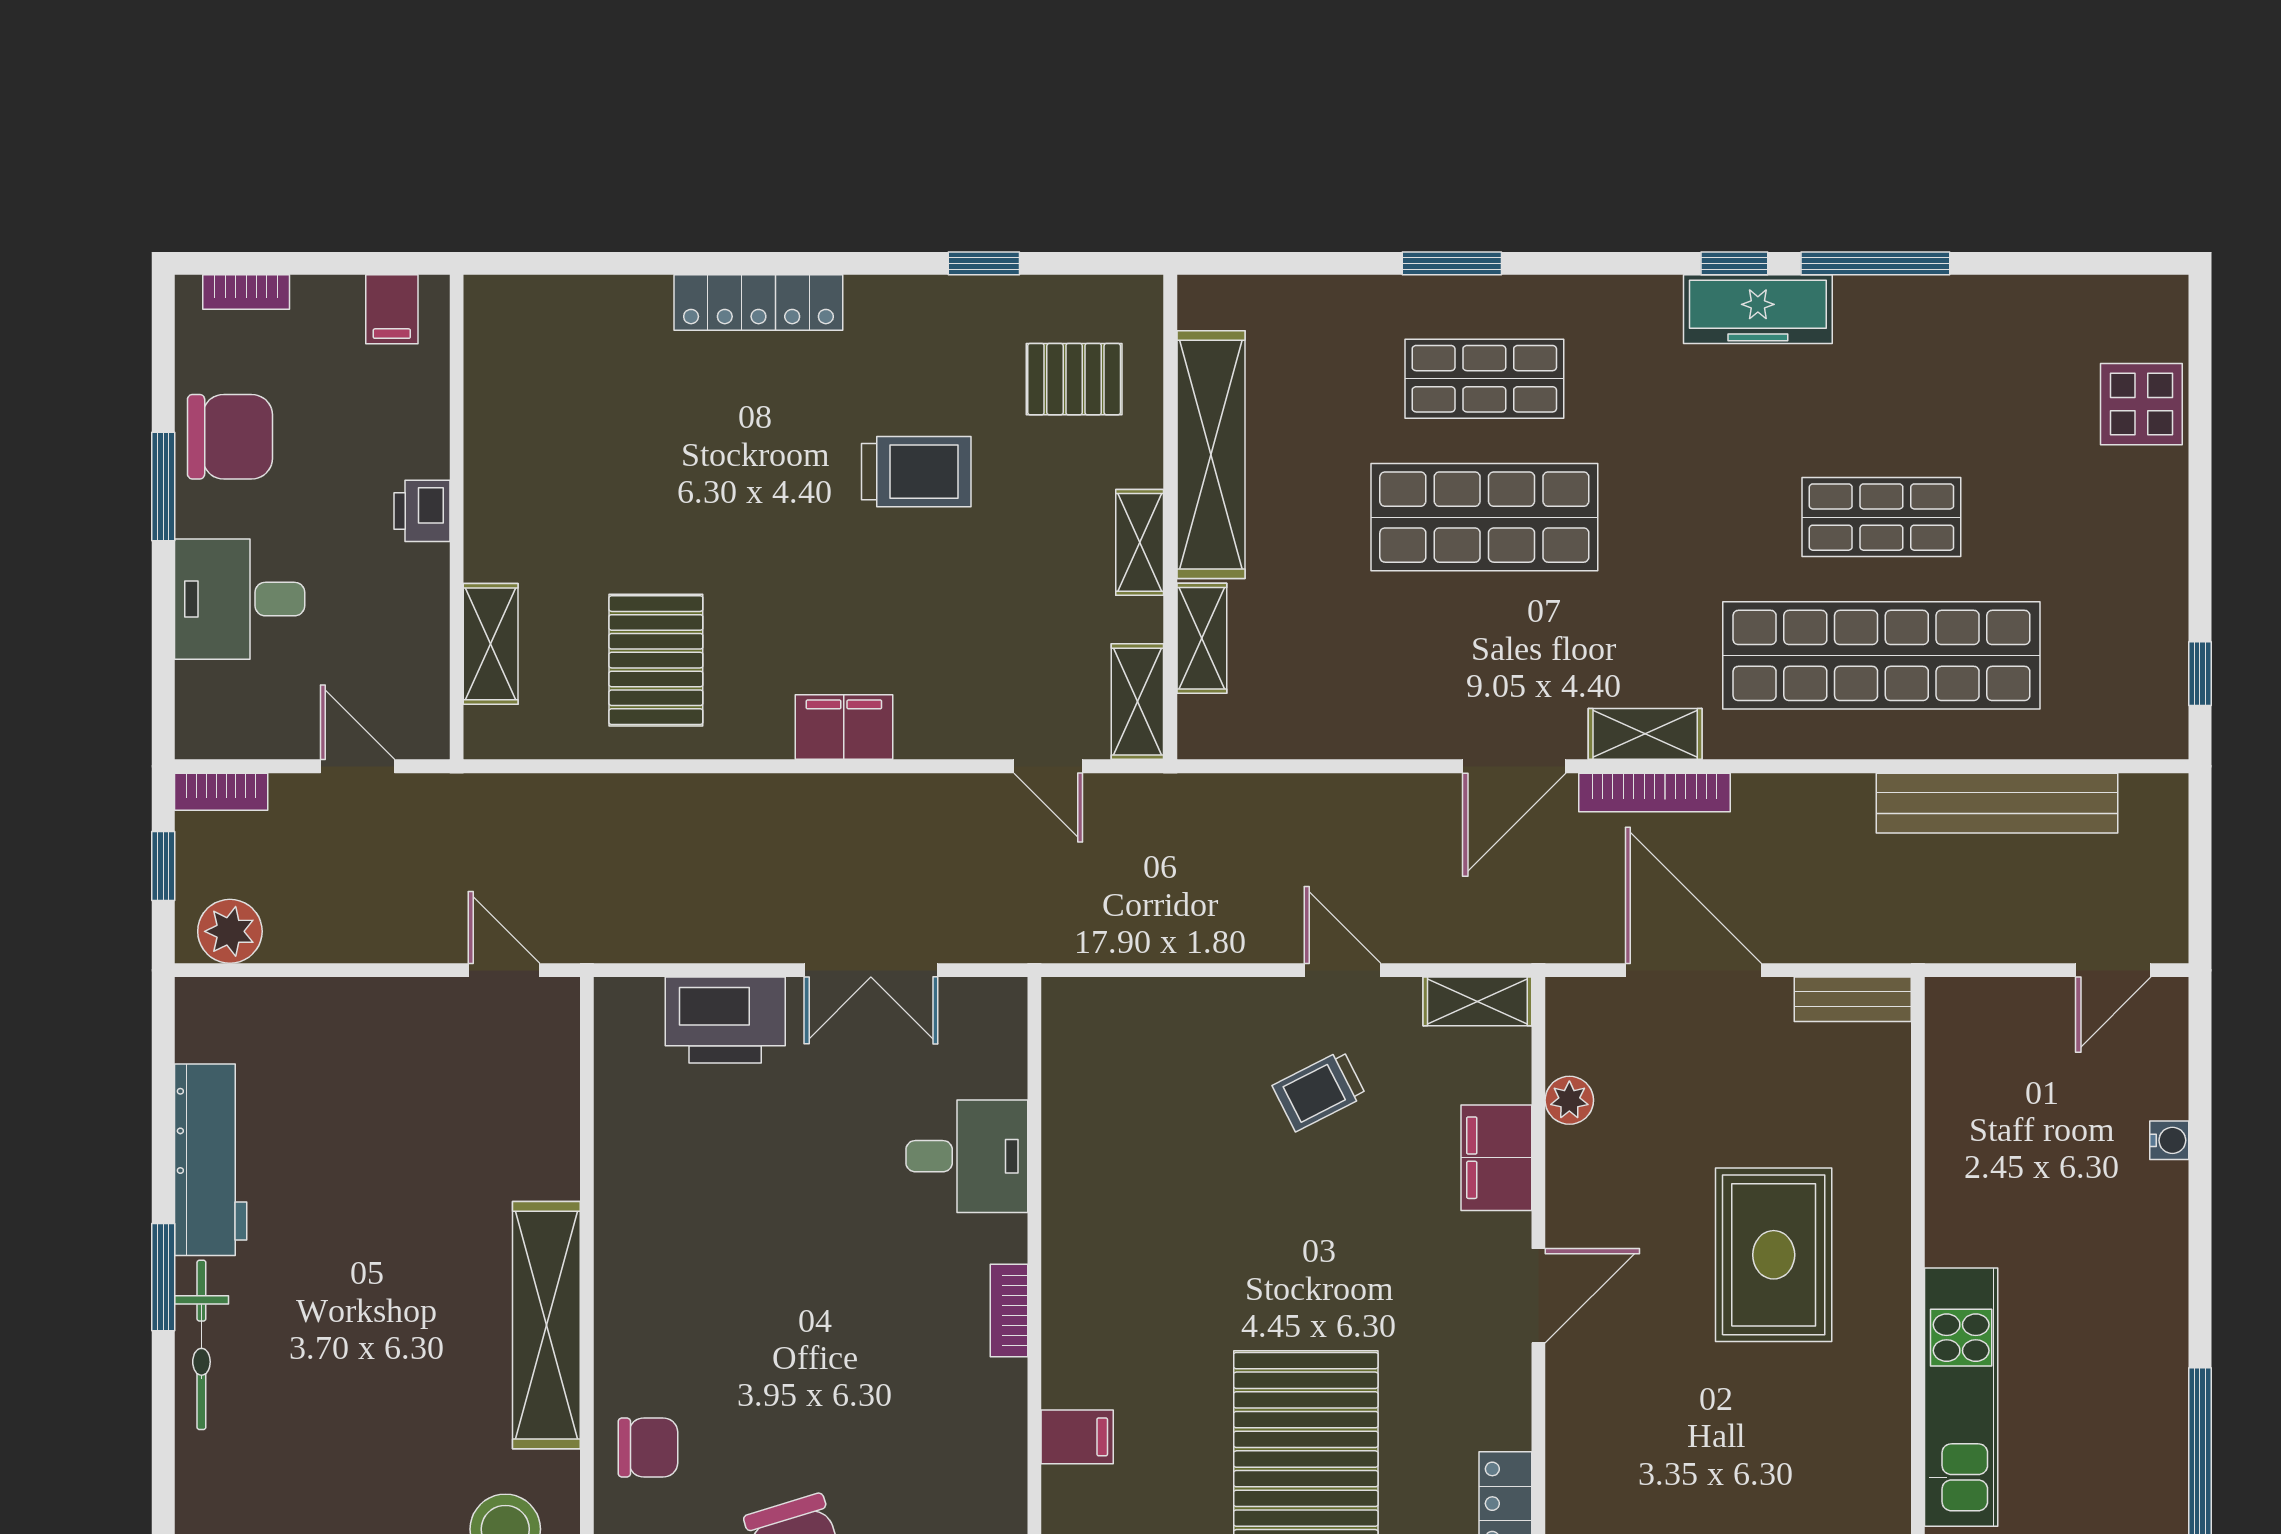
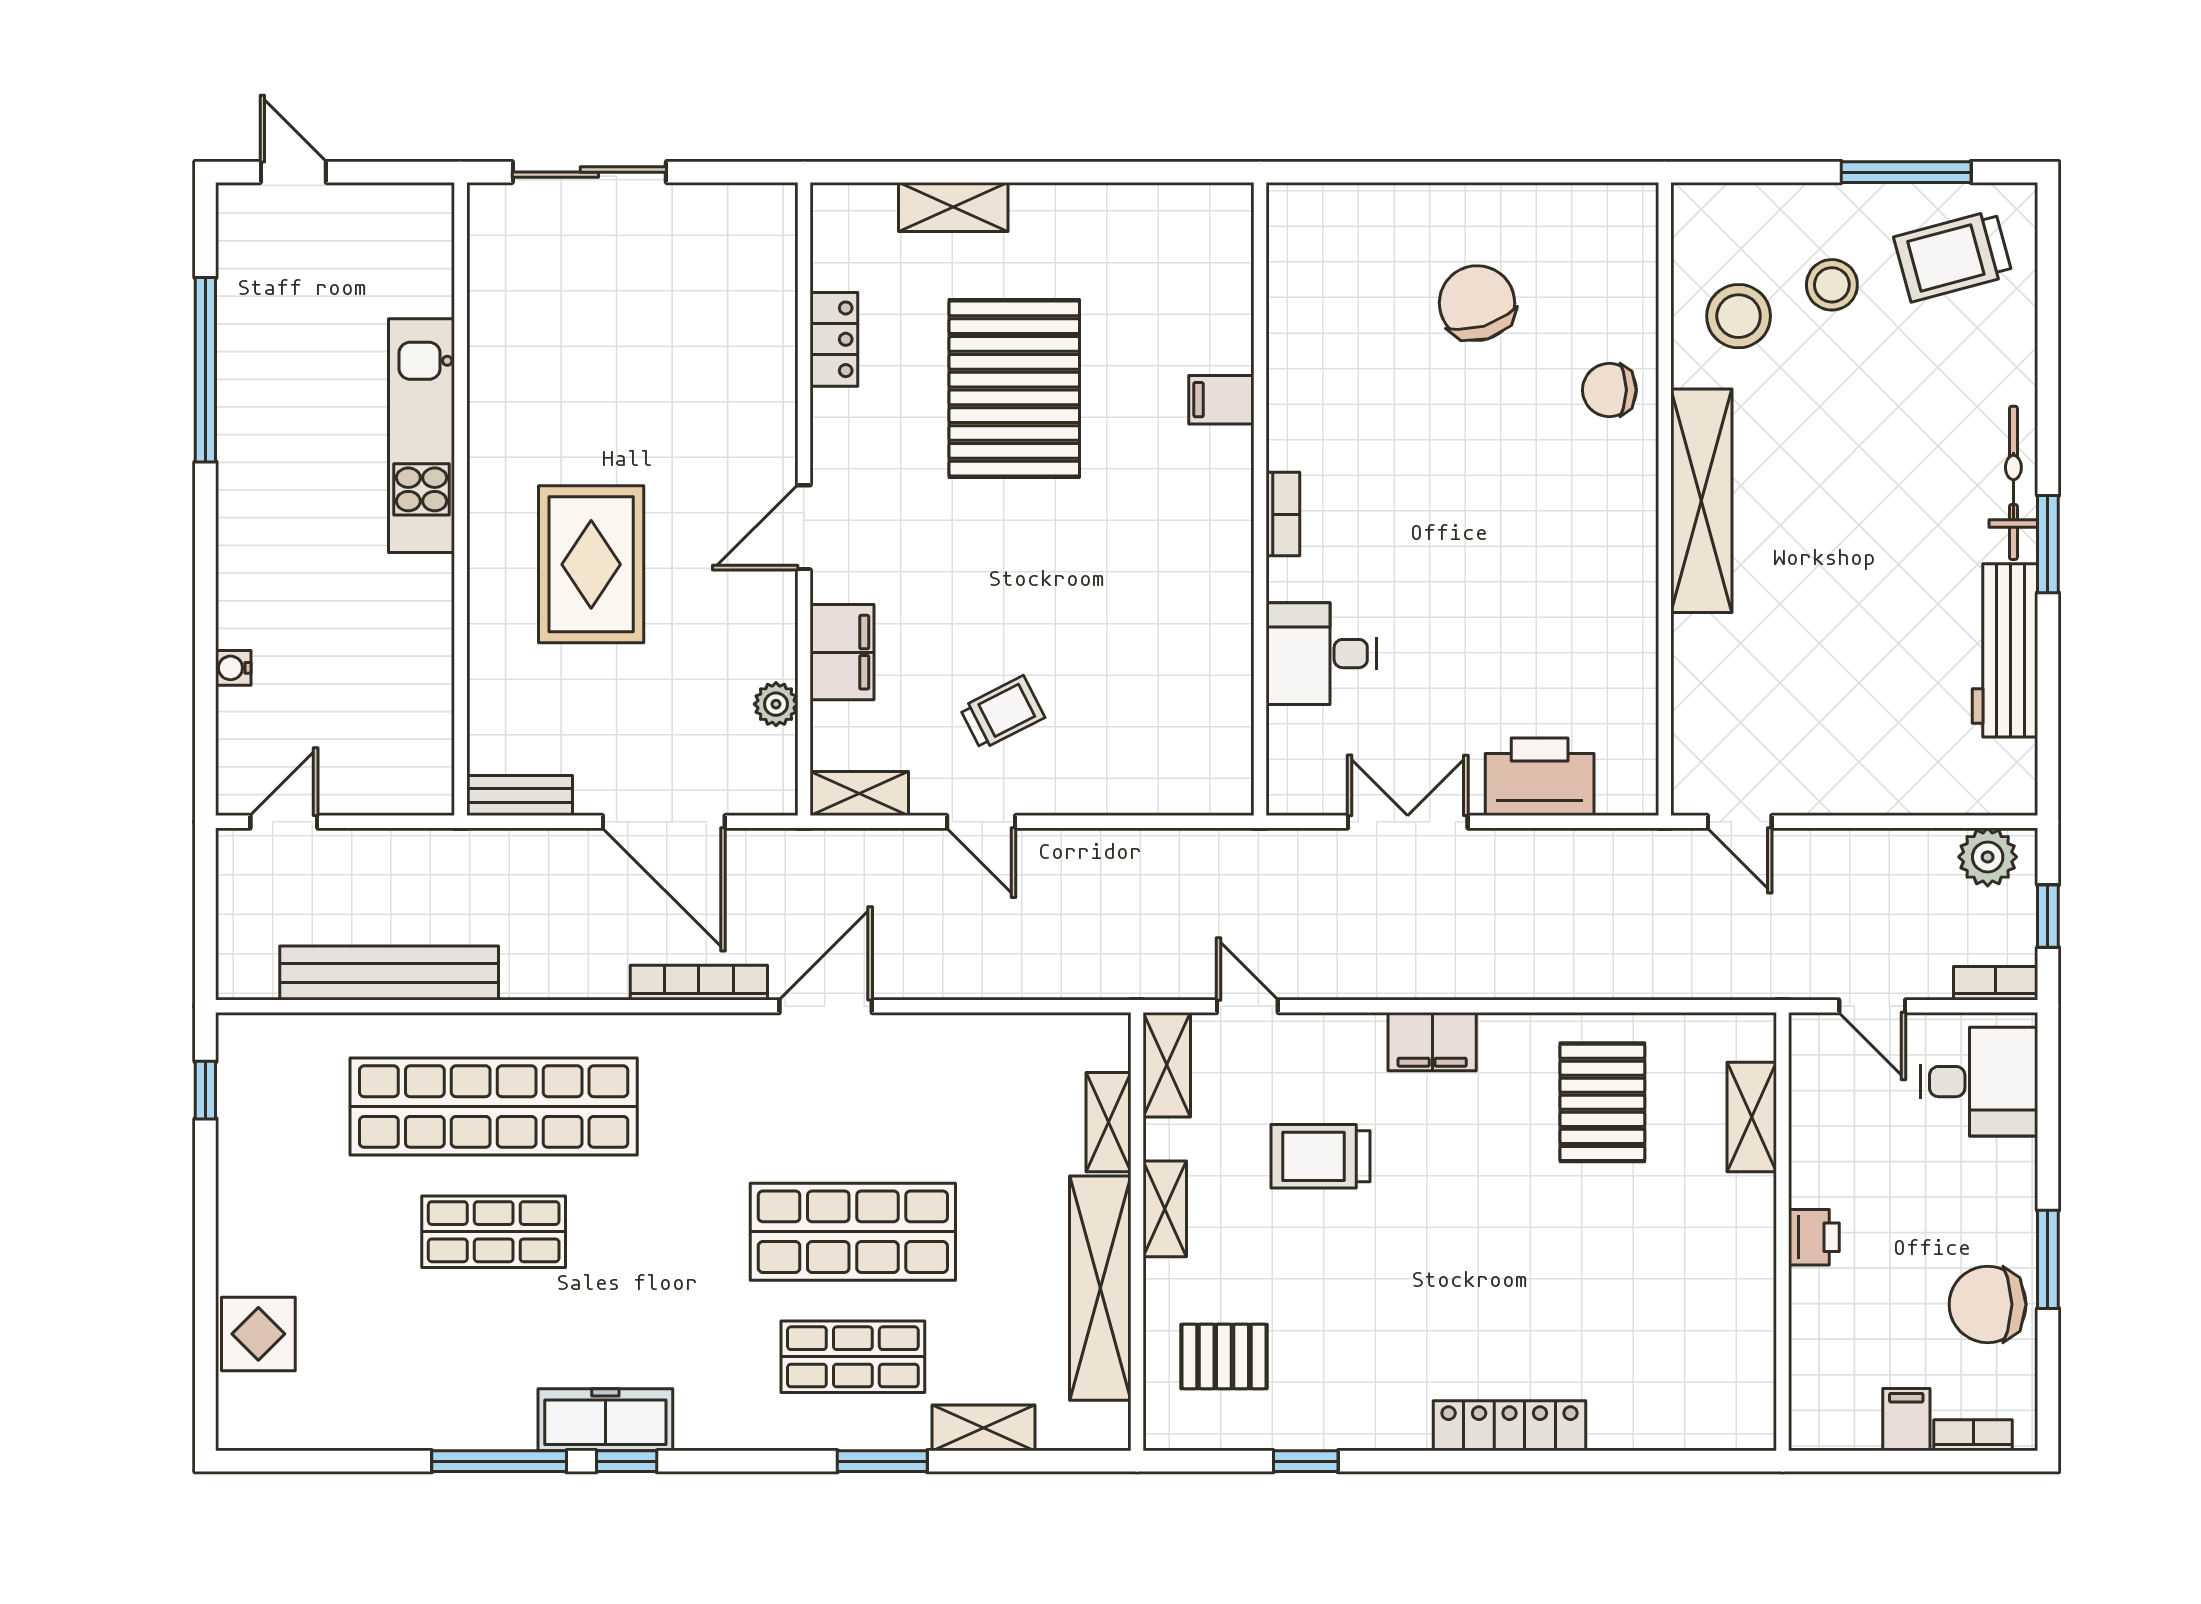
filing cabinet: (392, 309) -> (1906, 1420), moved
trolley: (916, 472) -> (1320, 1156), moved
desk: (240, 599) -> (1979, 1082), moved
shelving: (1645, 734) -> (983, 1428), moved

